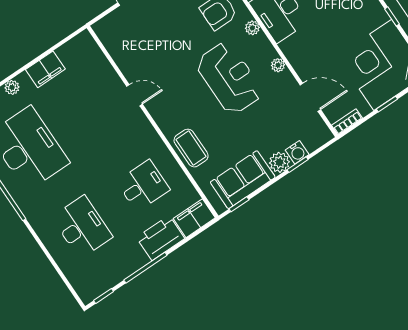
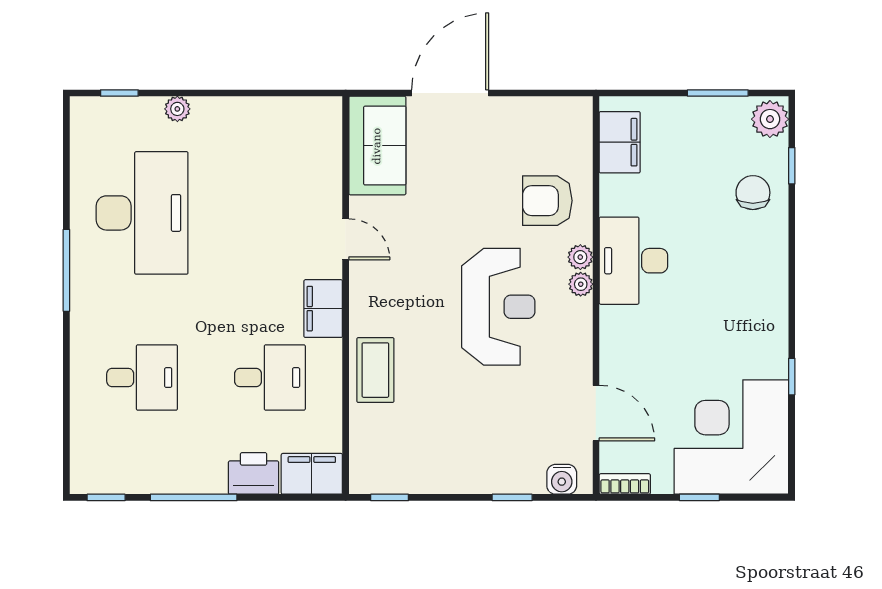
plant: (278, 65) -> (581, 284), moved
filing cabinet: (45, 69) -> (323, 309), moved, turned 90
water cooler: (297, 152) -> (562, 479), moved
plant: (279, 162) -> (488, 477), removed
sofa: (243, 180) -> (377, 146), moved, turned 90
desk: (82, 227) -> (142, 378), width x0.73
printer: (160, 238) -> (254, 473), width x0.73, depth x0.84

